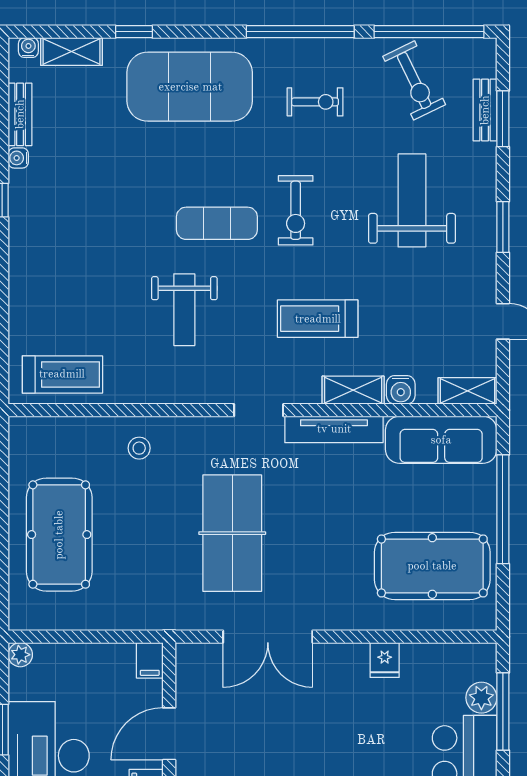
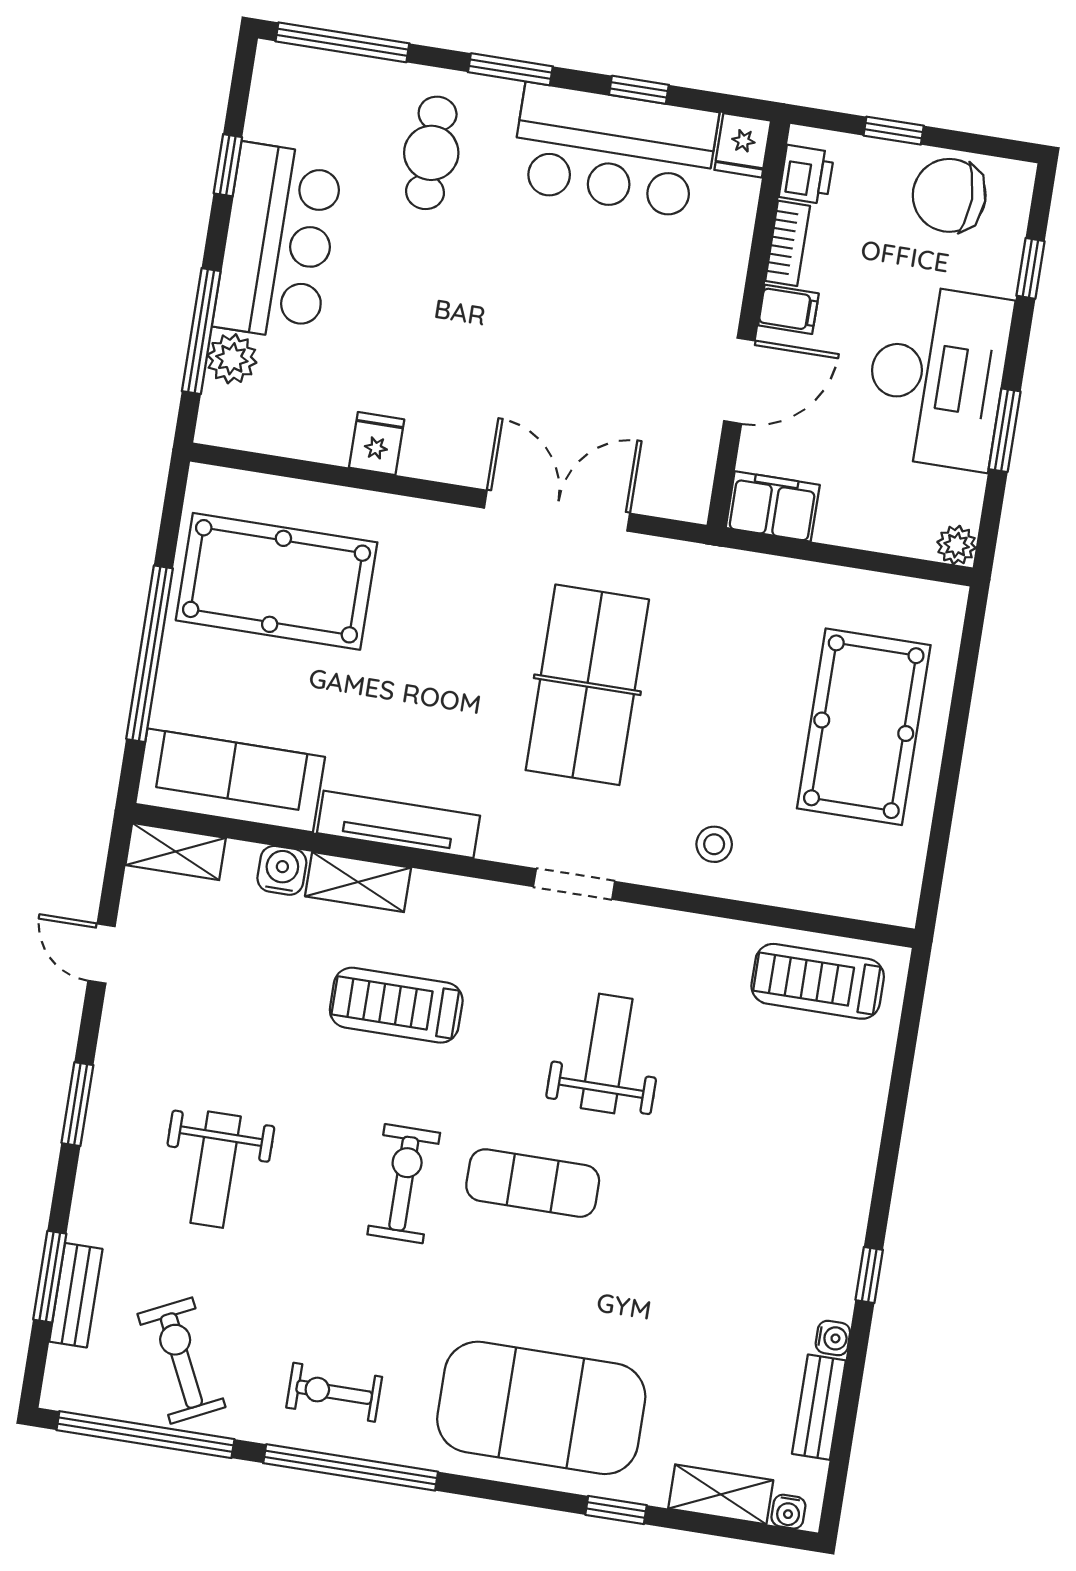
exercise bike: (315, 102) -> (334, 1392), moved
weight bench: (412, 200) -> (216, 1170), width x0.73, depth x0.75
treadmill: (318, 319) -> (396, 1005), turned 180
doorway: (259, 410) -> (574, 884), moved
filing cabinet: (150, 660) -> (773, 506), width x2.00

